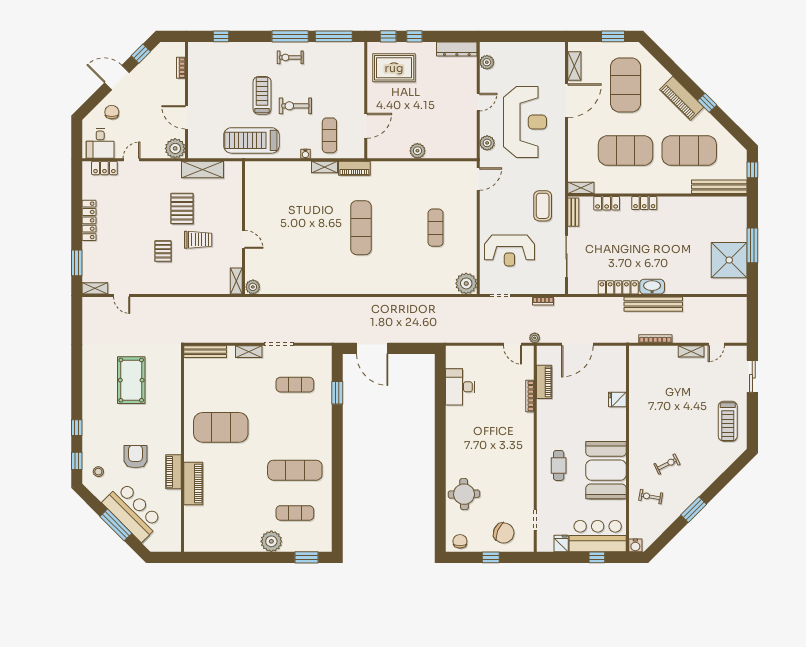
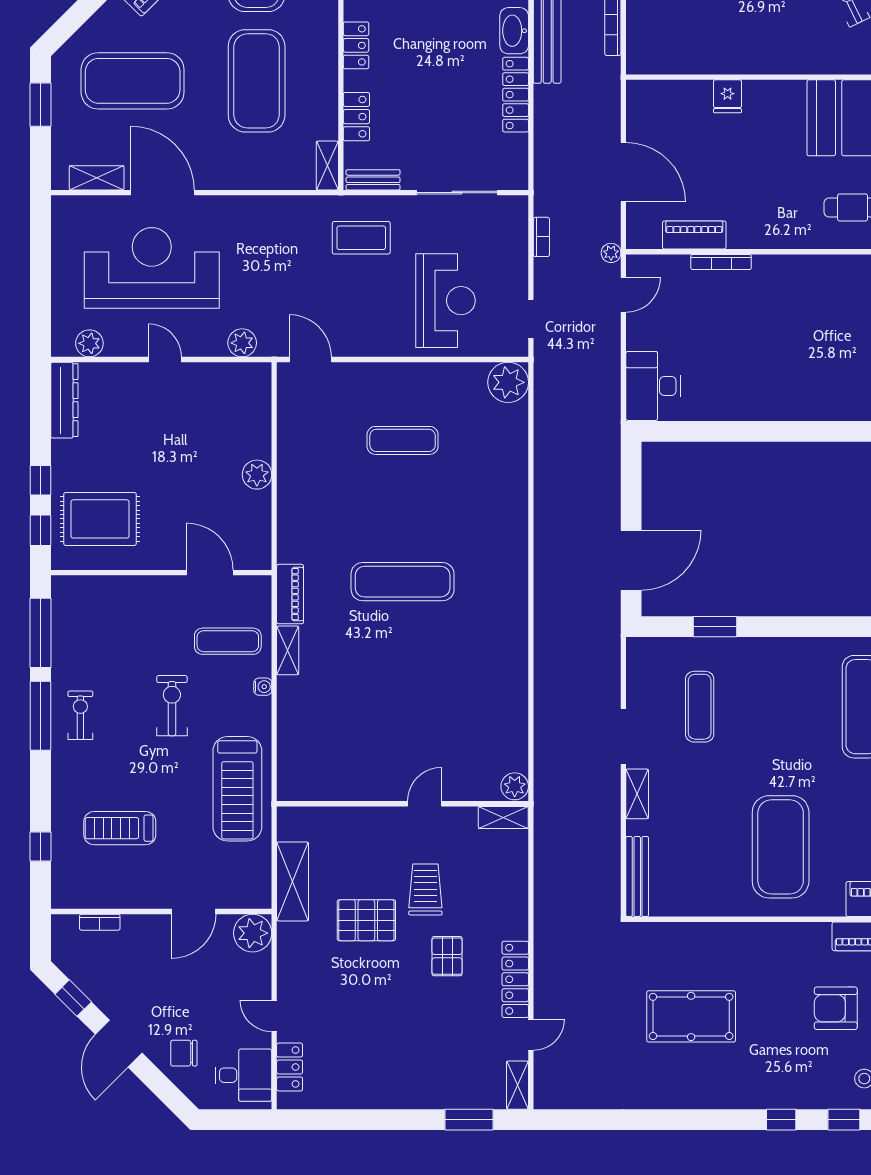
exercise bike: (290, 57) -> (80, 715), turned 180
rug: (394, 68) -> (100, 519), turned 90
treadmill: (262, 95) -> (120, 828), moved
exercise bike: (295, 106) -> (172, 706), turned 180
reception desk: (525, 122) -> (152, 268), moved
locker: (89, 220) -> (515, 979), moved, turned -90
pallet: (163, 251) -> (447, 956), turned 90
desk: (460, 387) -> (653, 386), moved, turned 90

